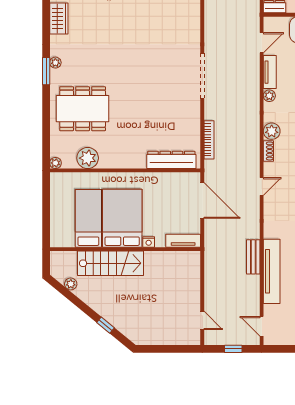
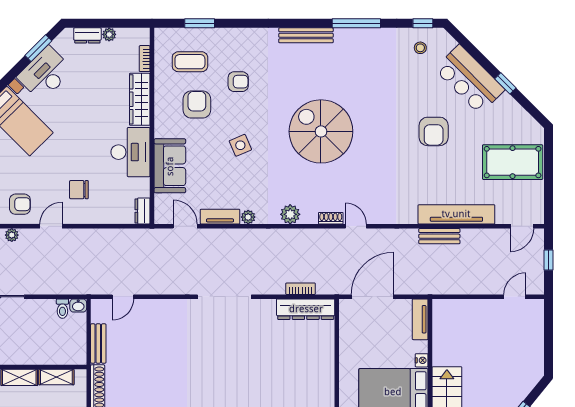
bookcase: (209, 140) -> (301, 289), width x0.64
shoe rack: (268, 151) -> (331, 218), moved
dresser: (171, 160) -> (306, 309), moved, turned -90

